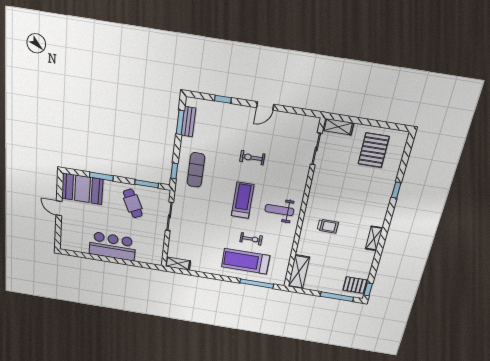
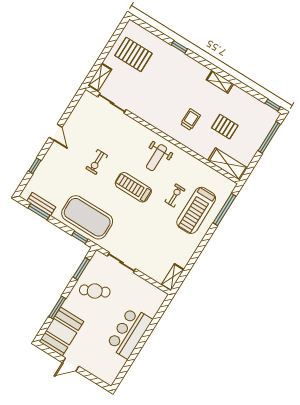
exercise mat: (196, 170) -> (87, 217), width x2.00, depth x1.45
pallet: (355, 285) -> (225, 127), moved, turned 90

